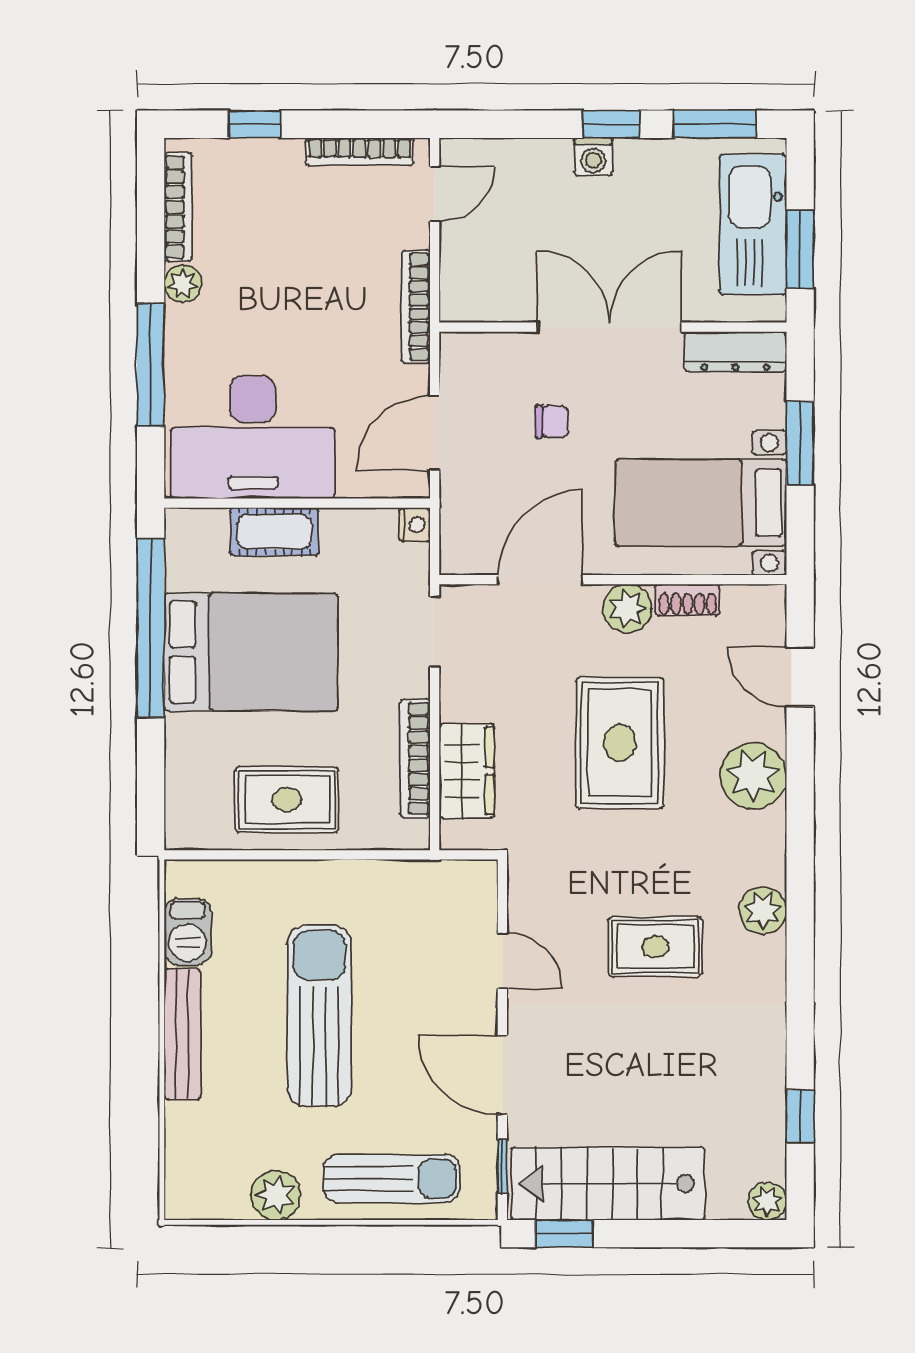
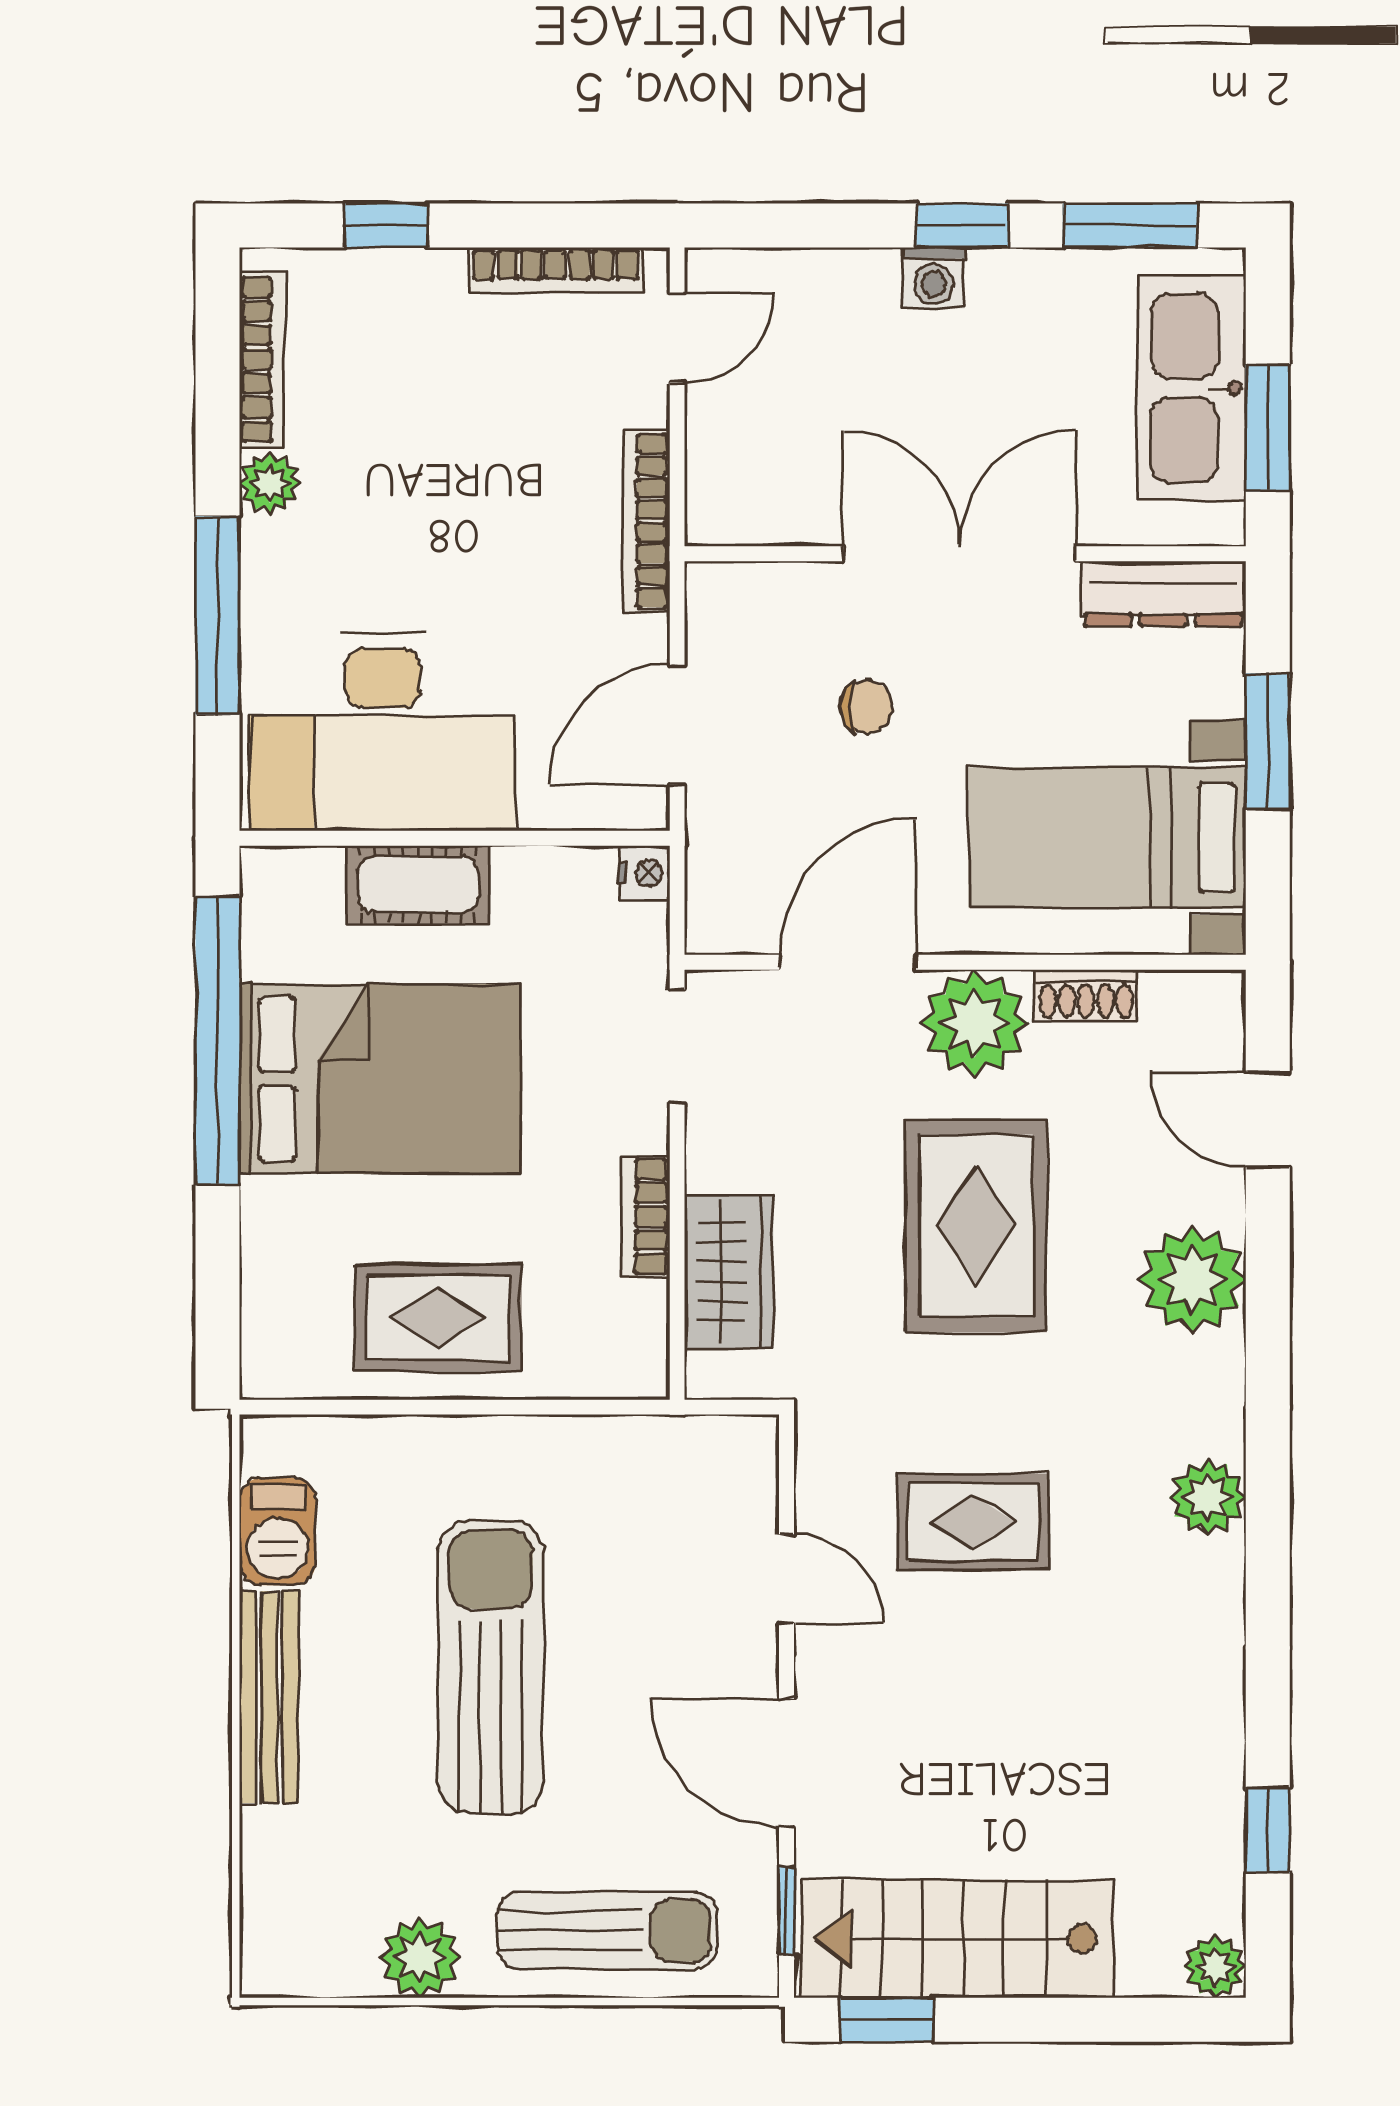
plant: (628, 609) -> (975, 1023), width x1.36, depth x1.36
bookcase: (415, 758) -> (645, 1216), width x0.64
rug: (656, 947) -> (973, 1522), moved

